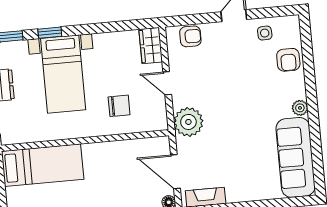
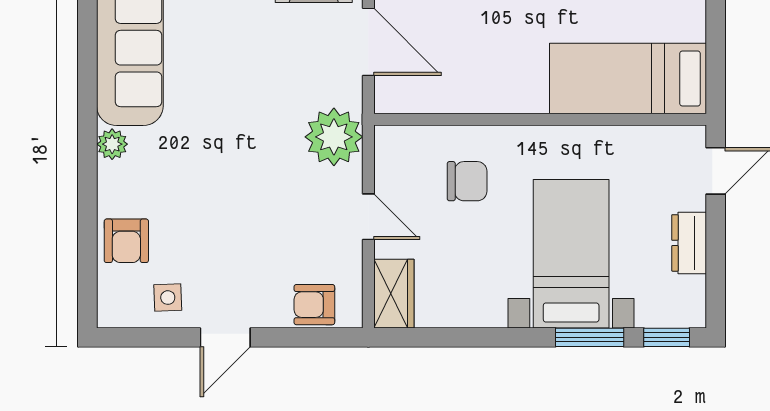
window: (50, 33) -> (590, 337), width x1.50
armchair: (288, 60) -> (126, 241), turned 180
chair: (119, 106) -> (467, 181), turned 180

